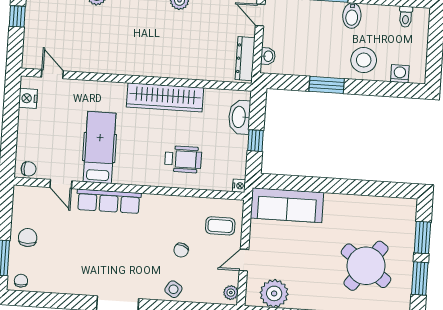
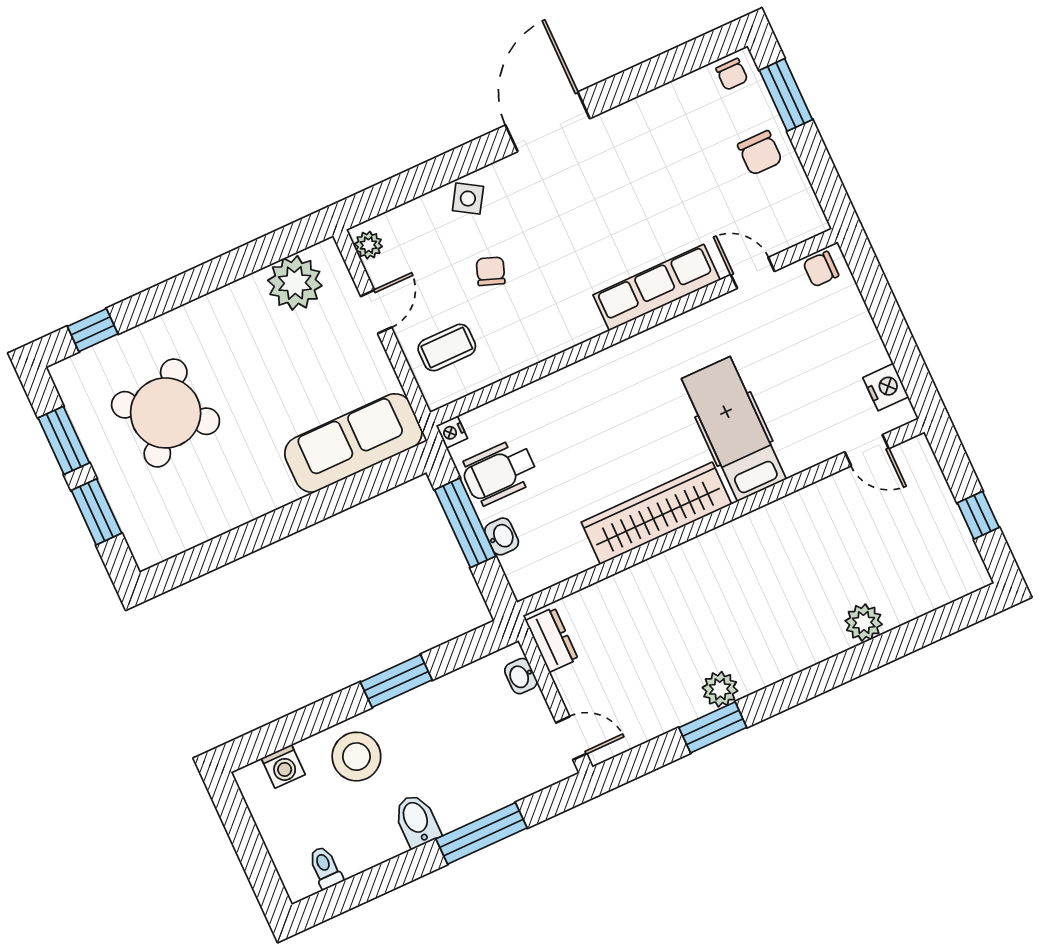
dresser: (245, 59) -> (552, 640), width x0.70
washbasin: (239, 117) -> (502, 536), width x0.52, depth x0.69
window: (255, 141) -> (465, 523), width x2.17
hospital bed: (100, 147) -> (734, 429), moved, turned 180
wheelchair: (183, 159) -> (499, 472), moved

